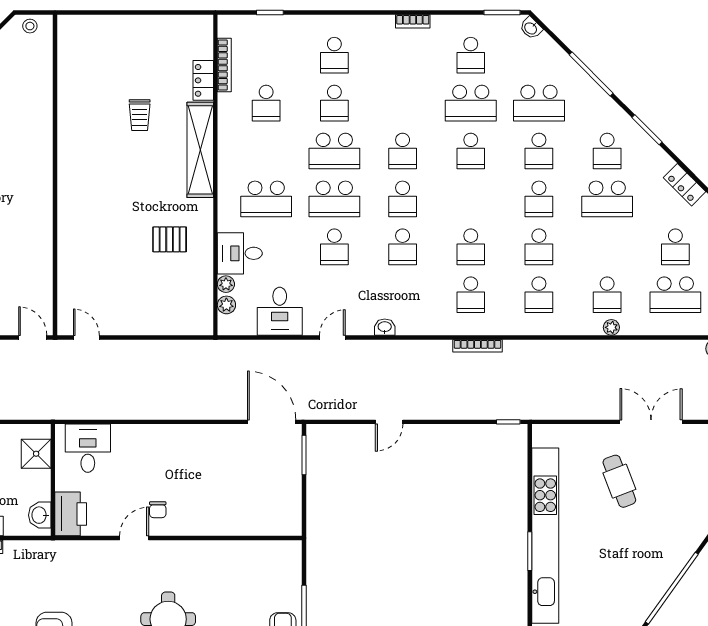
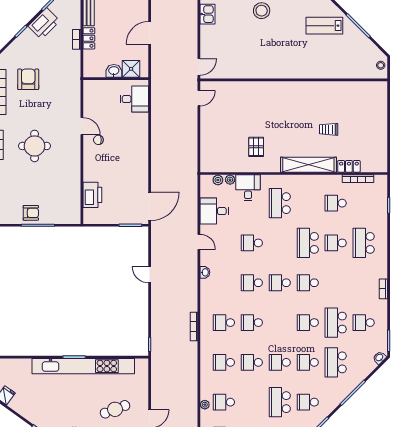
school desk: (334, 55) -> (364, 243), width x1.85
school desk: (334, 199) -> (280, 243), removed
printer: (71, 514) -> (92, 195), moved, turned -90
washbasin: (40, 515) -> (114, 71), moved

